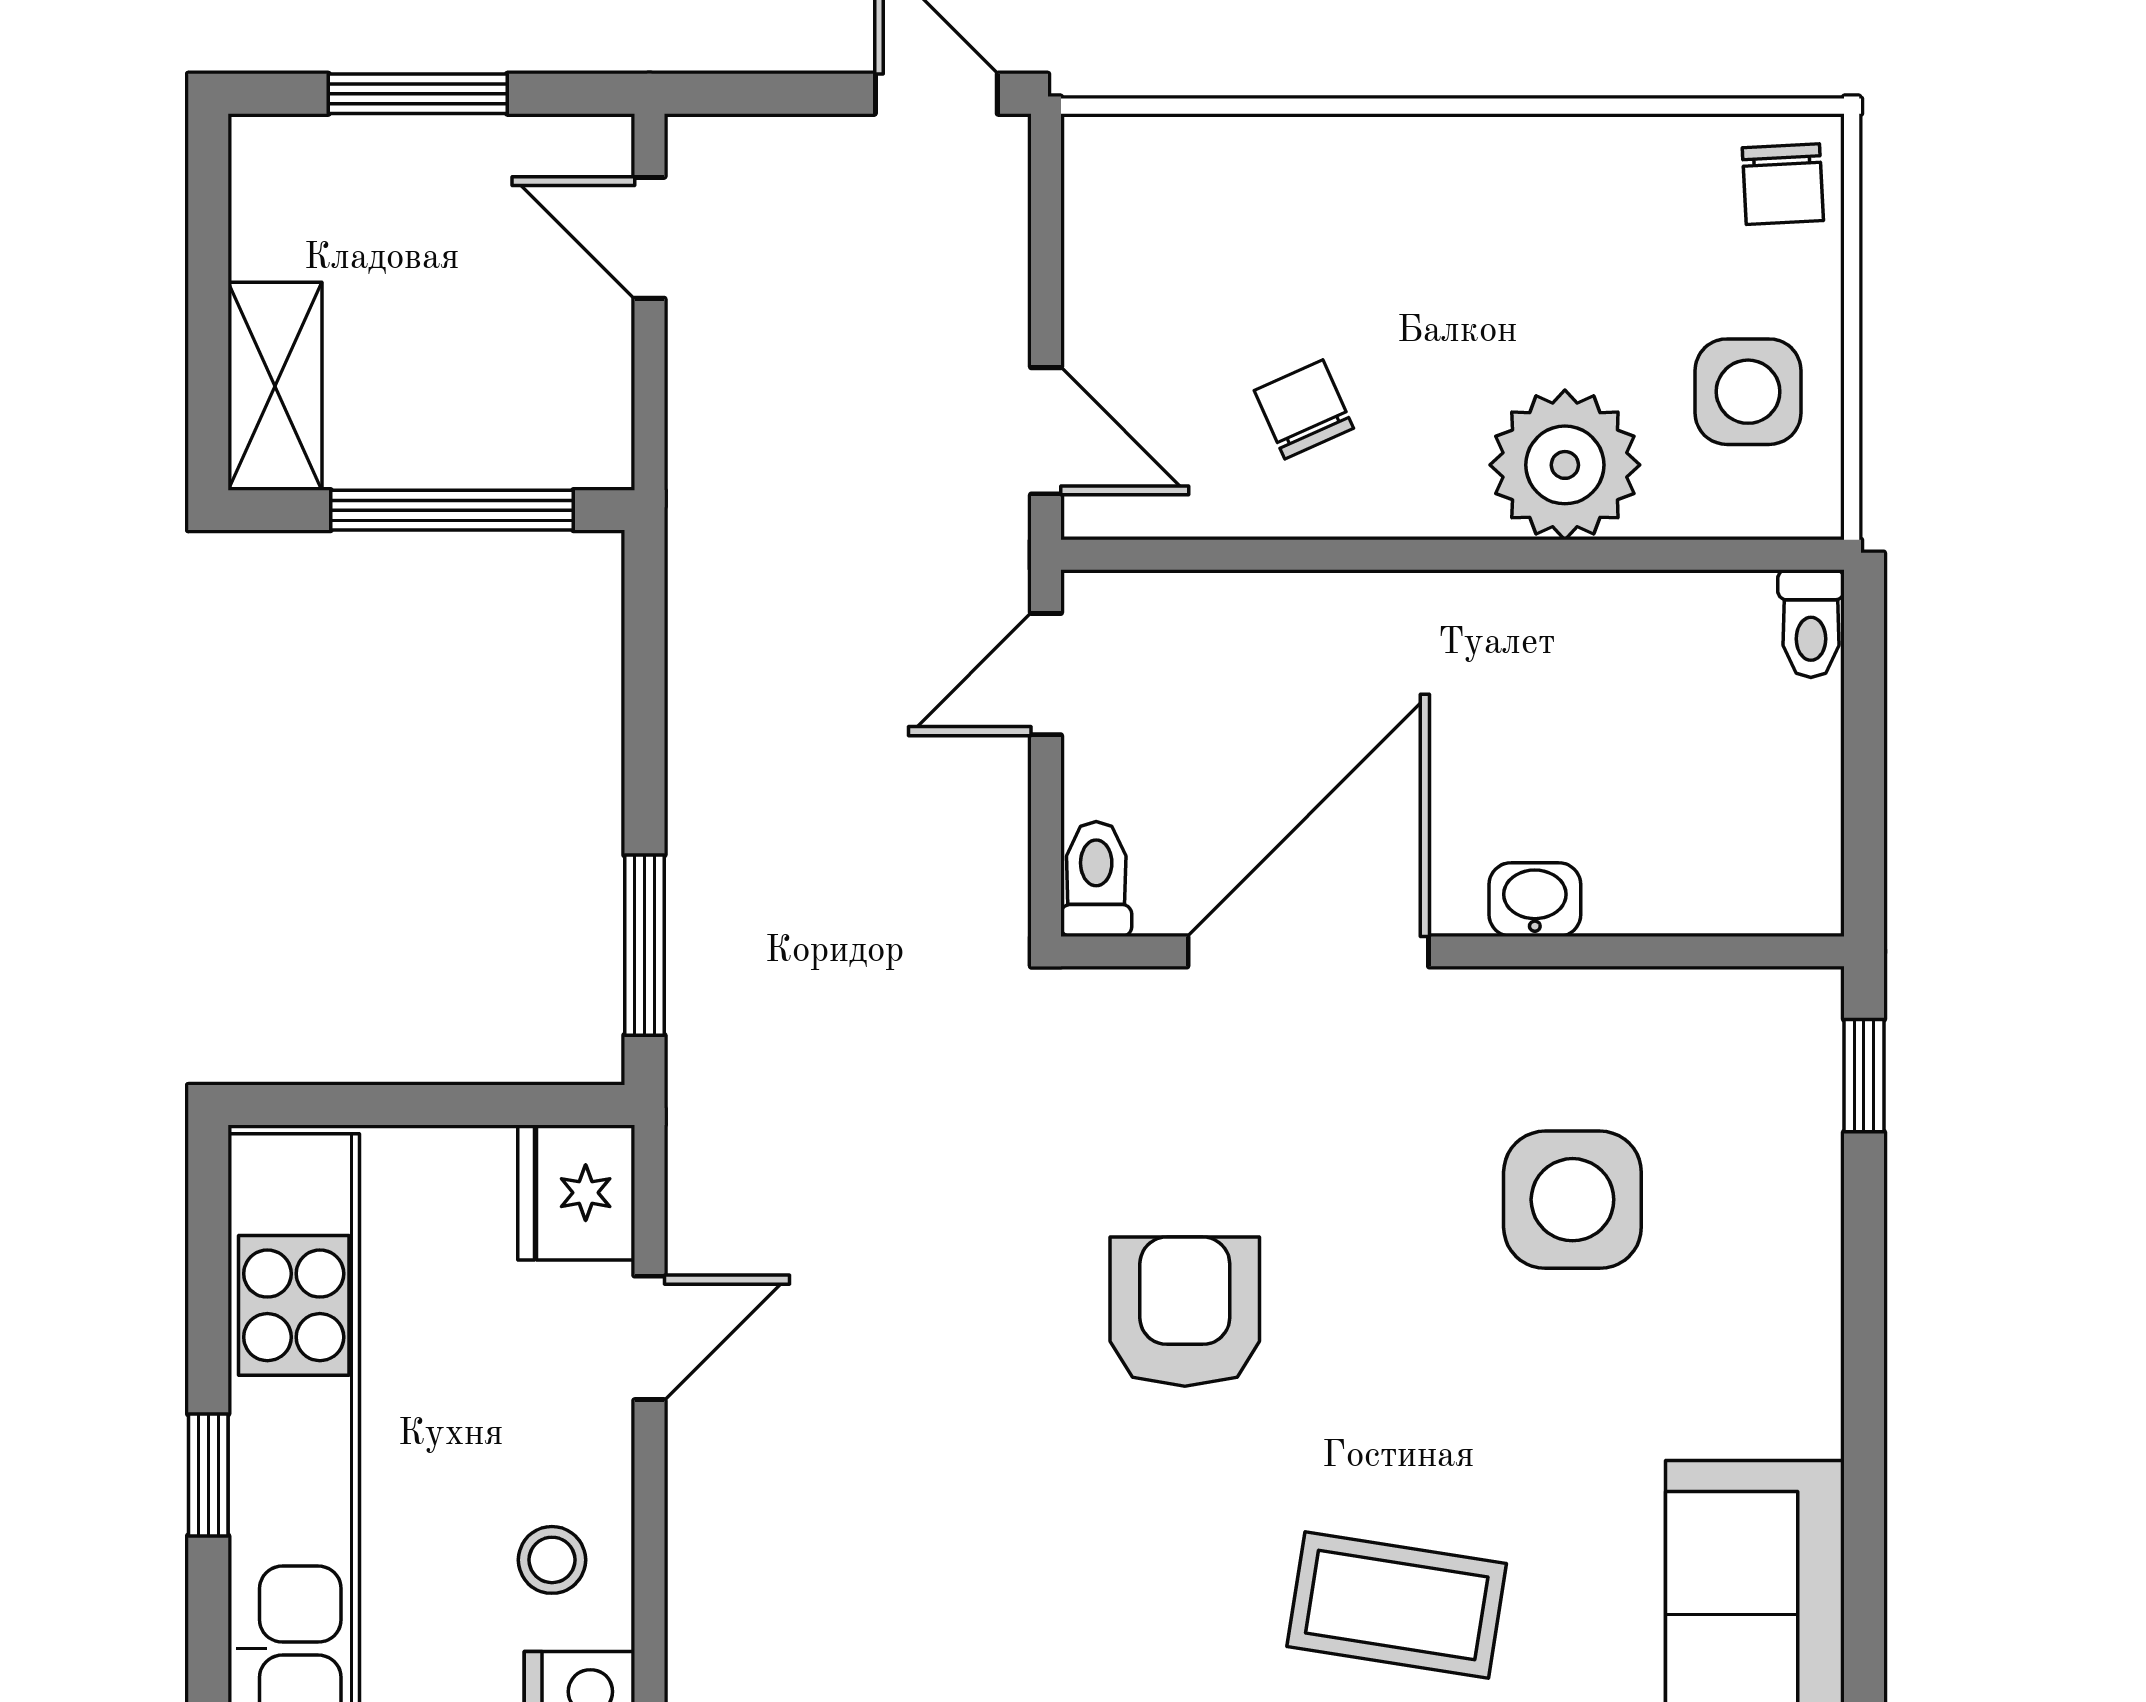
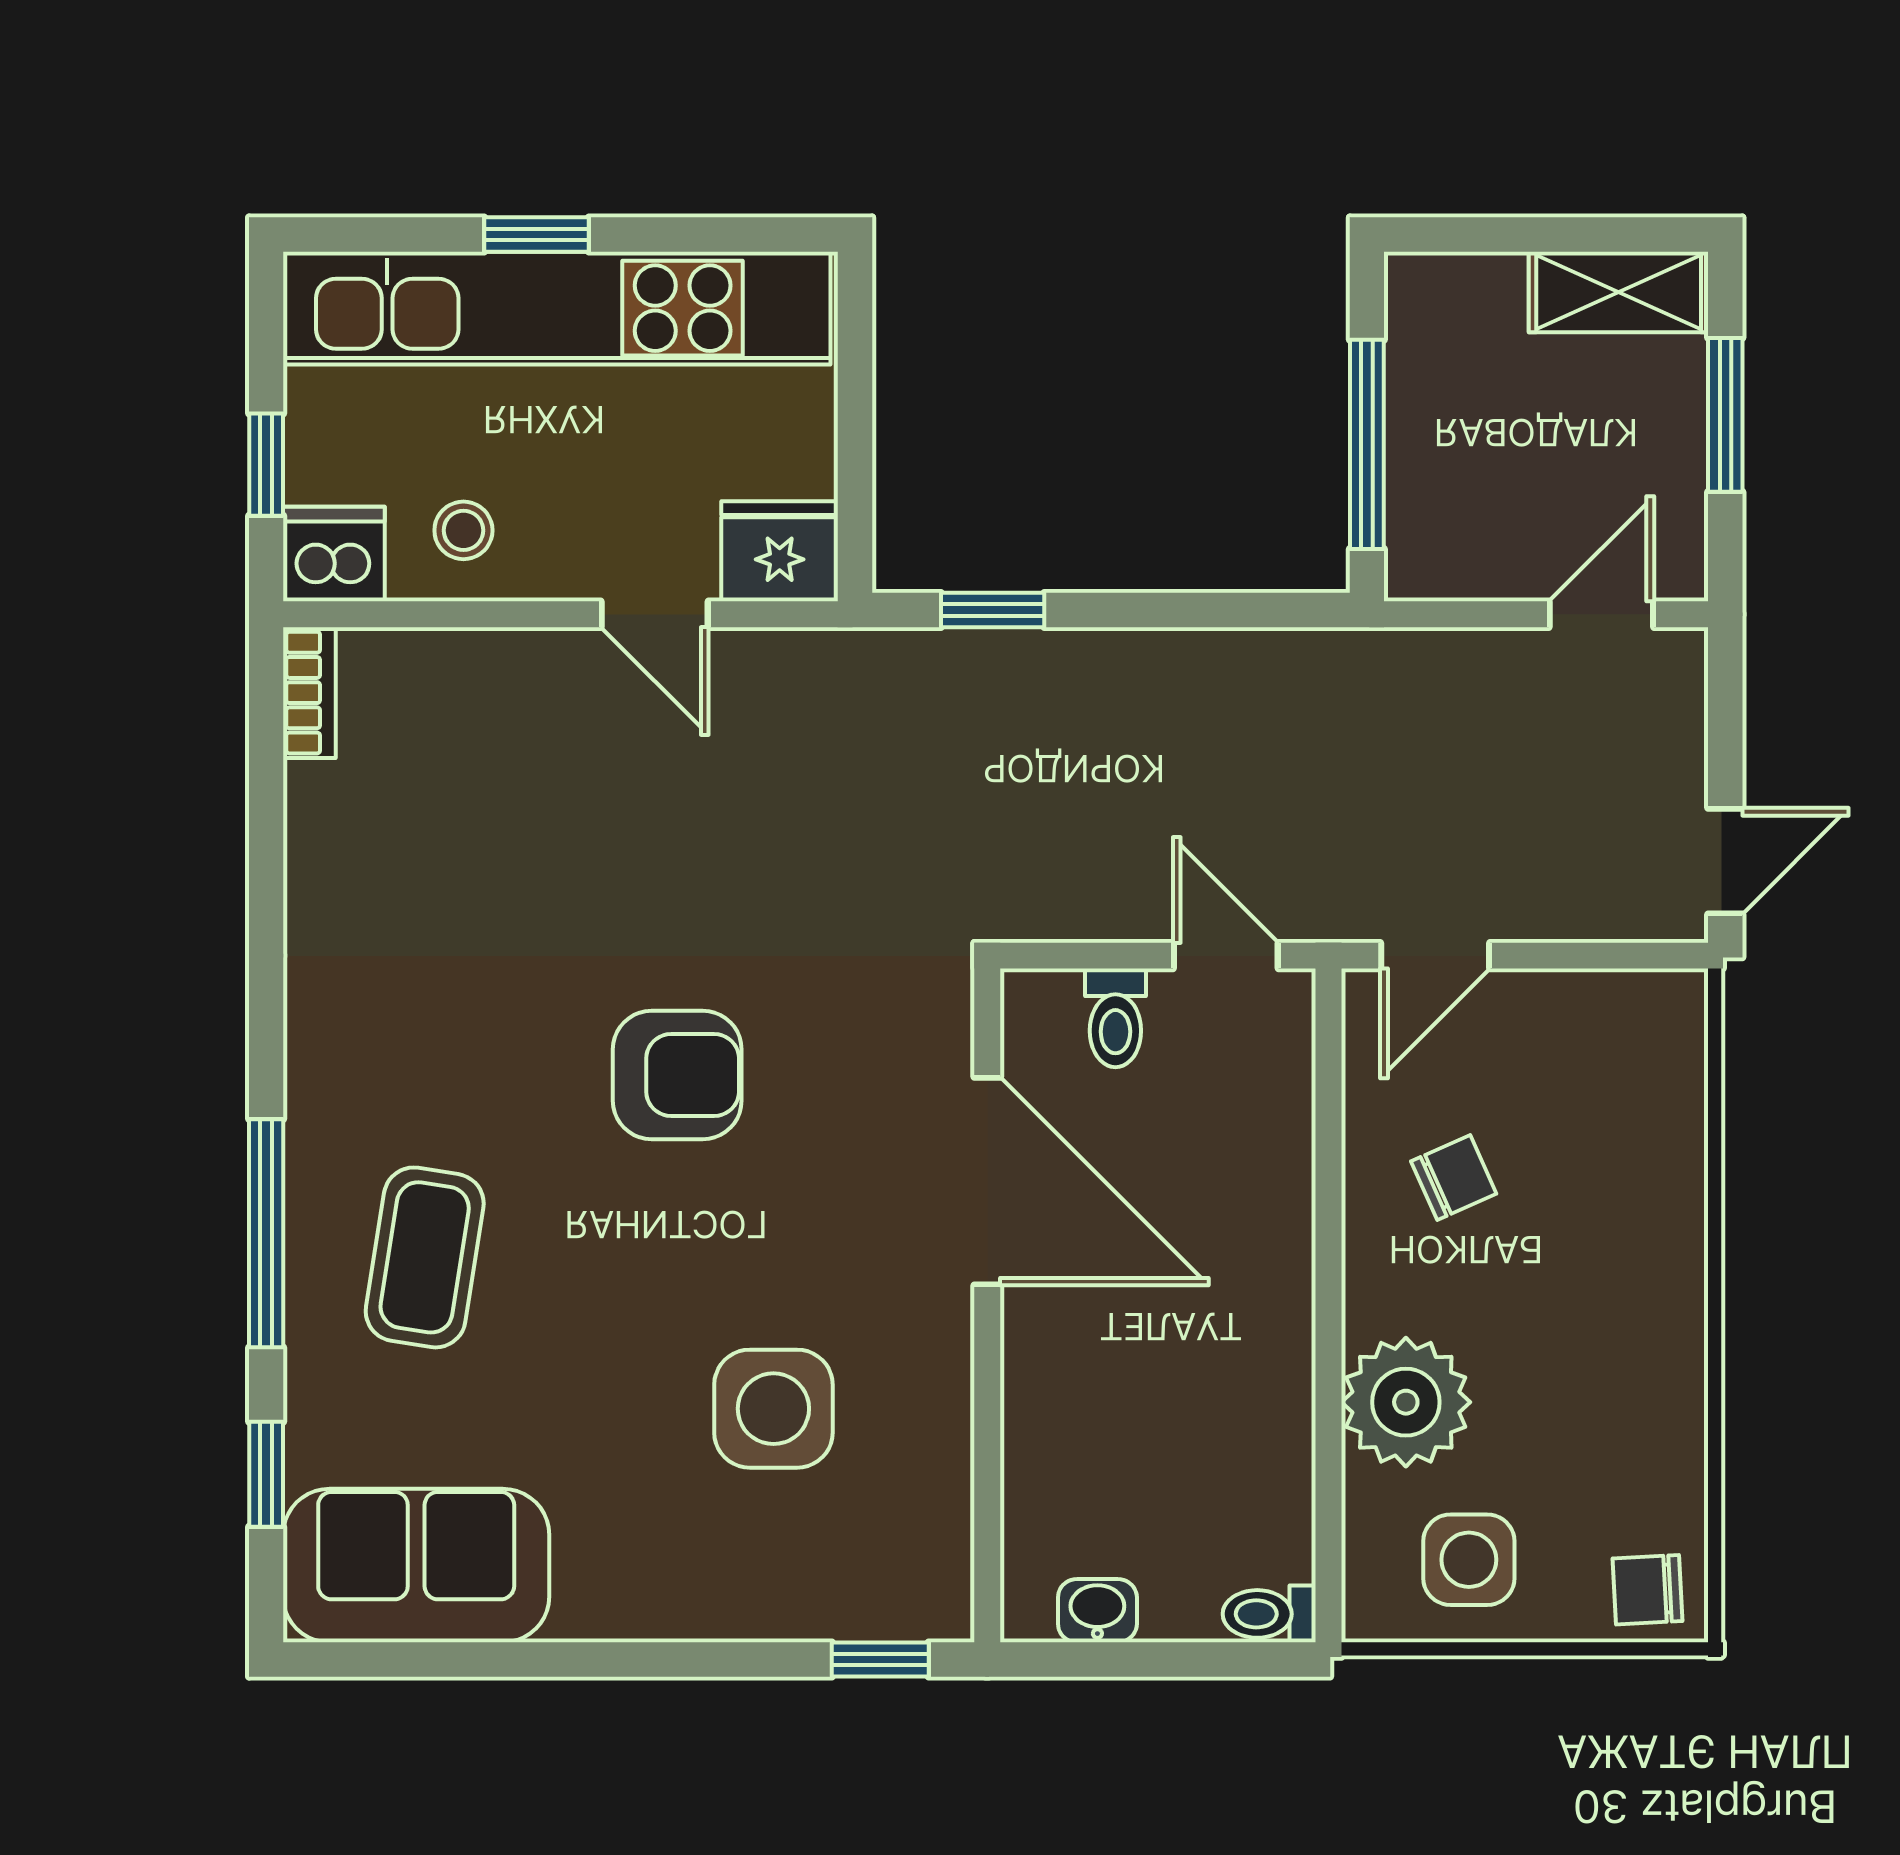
shelving: (275, 386) -> (1619, 292), moved
toilet: (1096, 879) -> (1115, 1018), moved, turned 90
washbasin: (1535, 900) -> (1097, 1611), moved, turned -90
window: (644, 945) -> (993, 610), width x0.67

